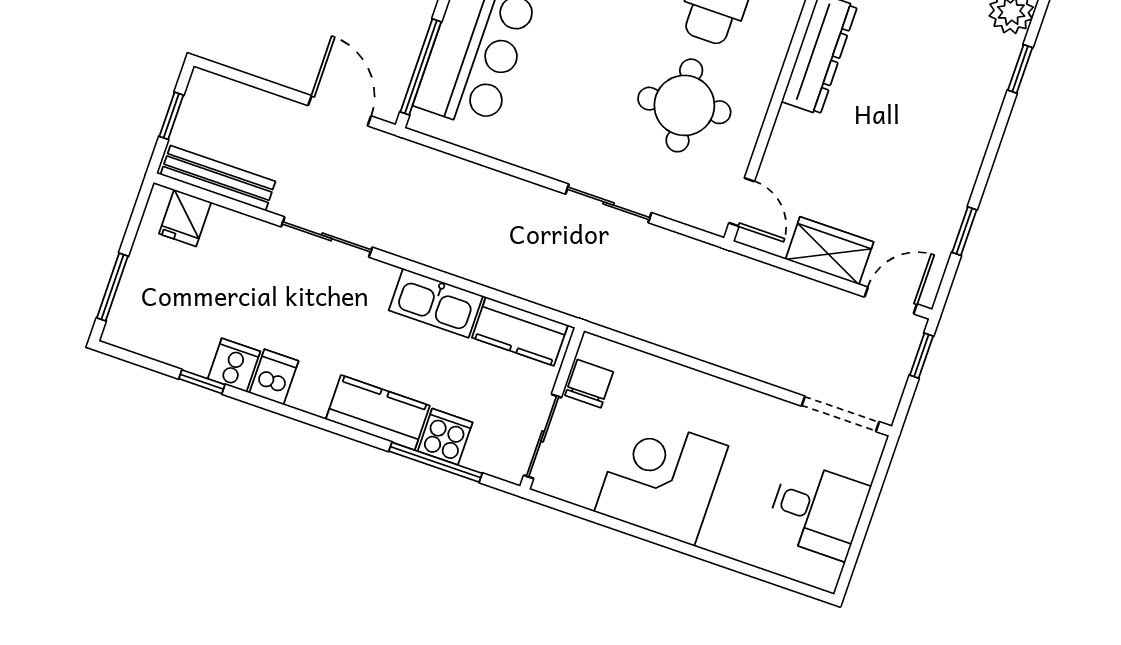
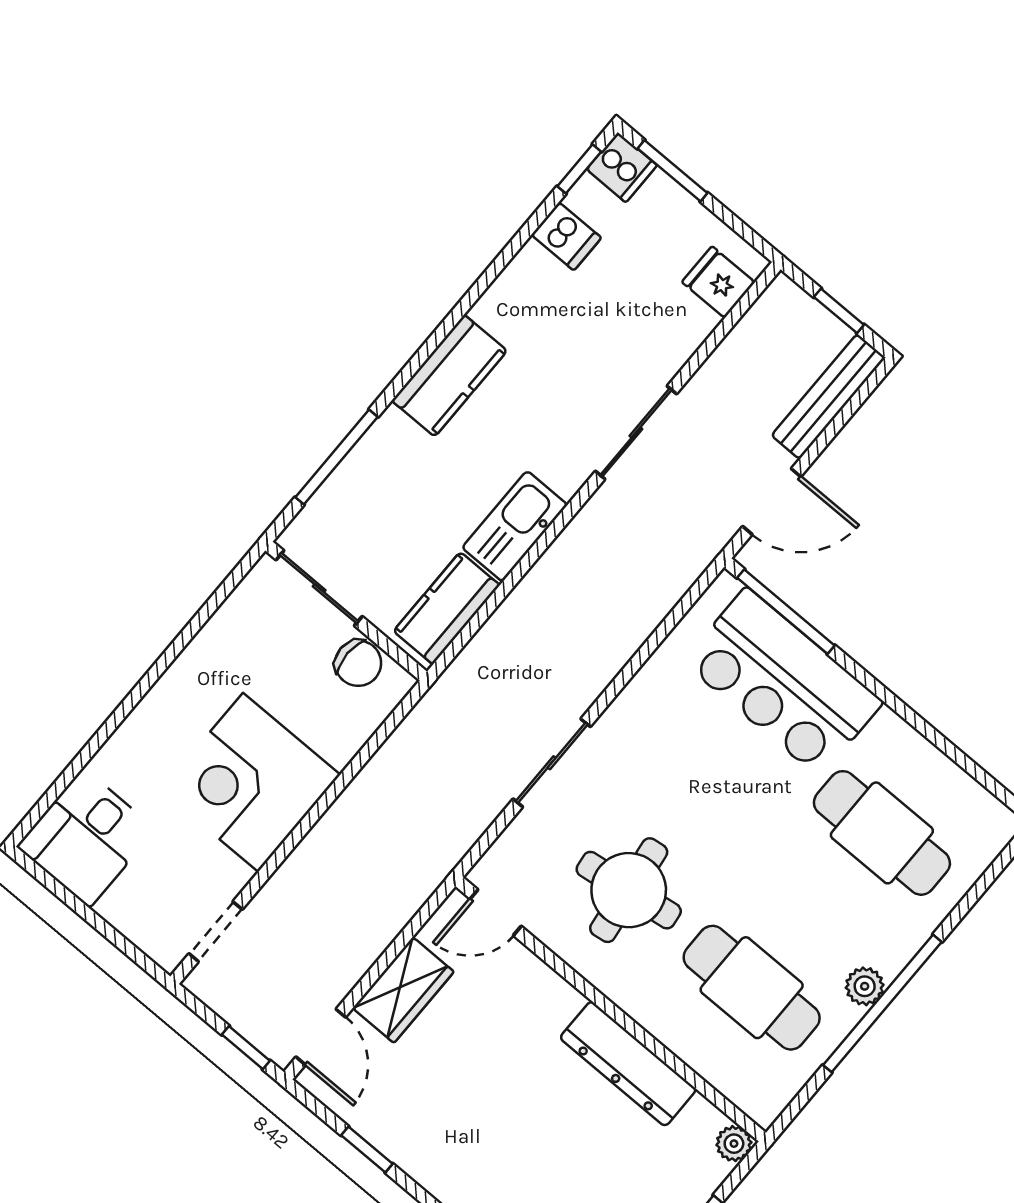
bench: (218, 178) -> (828, 397), moved
cooker: (234, 365) -> (622, 167), moved
dishwasher: (274, 377) -> (566, 236), moved
window: (202, 382) -> (579, 169), moved
kitchen counter: (378, 413) -> (449, 376), moved
doorway: (840, 414) -> (216, 932), width x0.73
cooker: (445, 437) -> (361, 479), removed
corner desk: (661, 479) -> (251, 782), moved, turned 180
desk: (818, 510) -> (86, 838), moved

